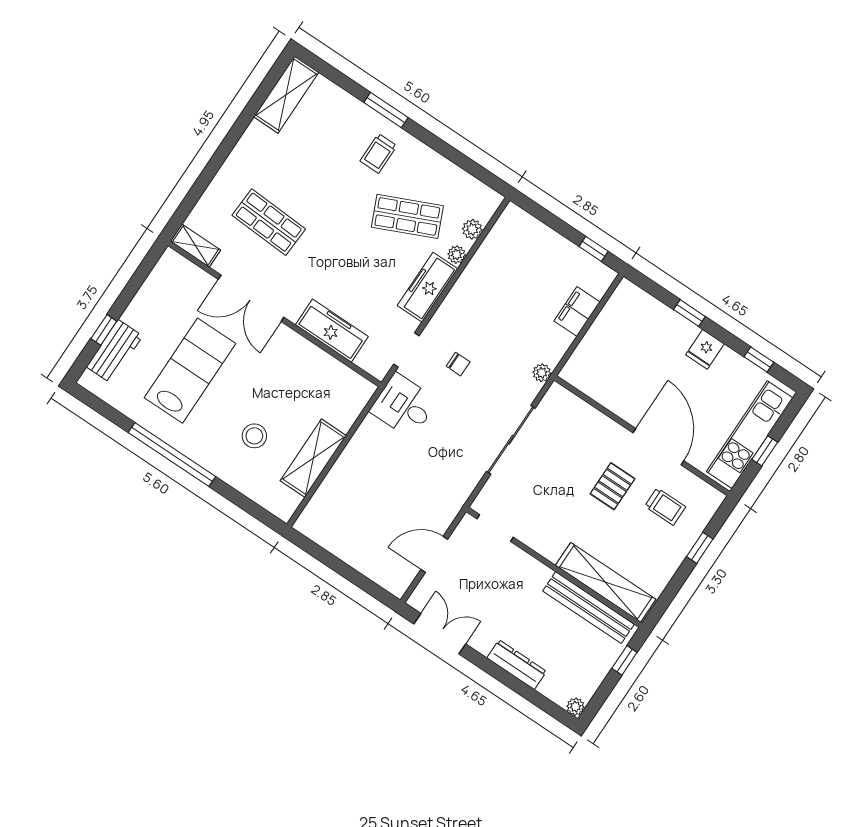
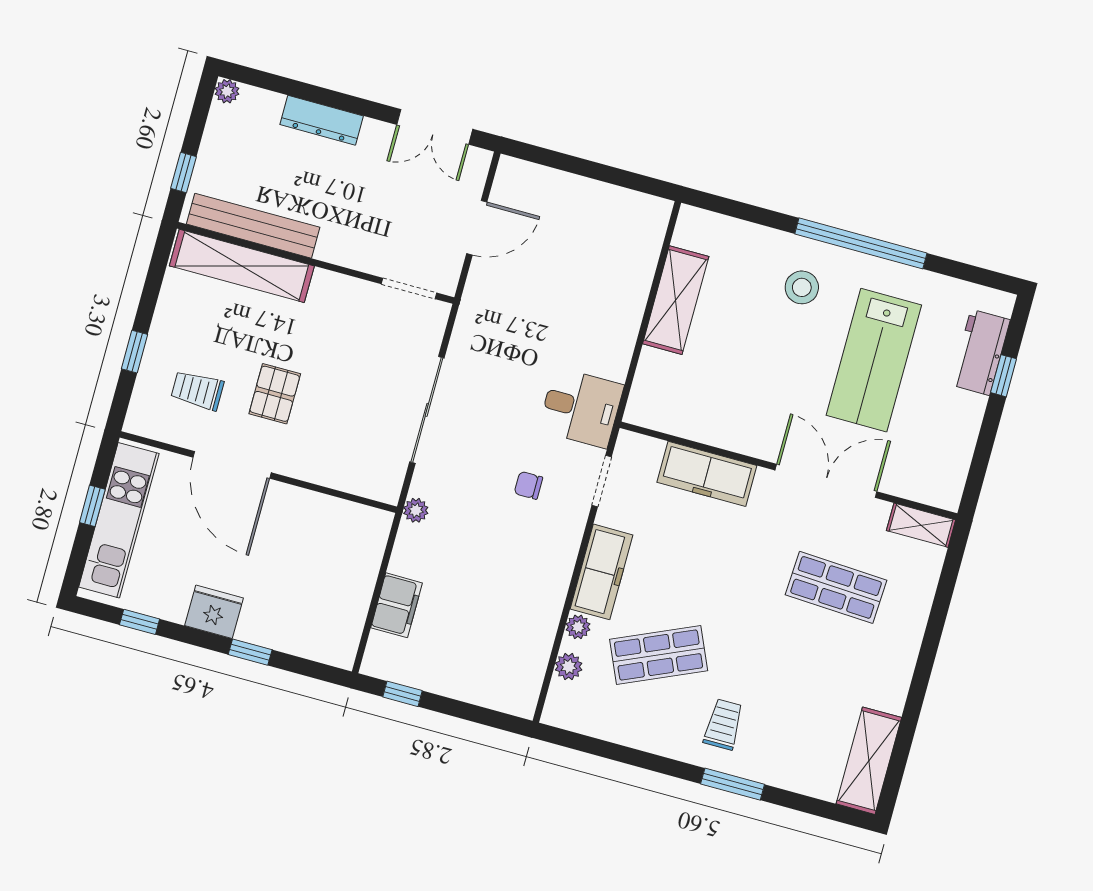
fridge: (705, 349) -> (214, 612), width x1.38
stool: (254, 436) -> (802, 287), moved

